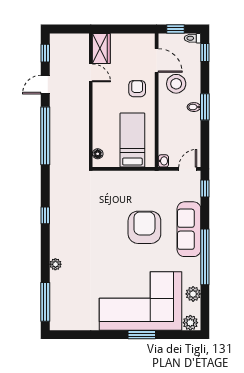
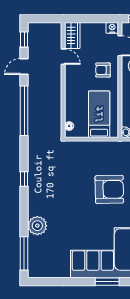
nightstand: (148, 40) -> (112, 28), added
armchair: (137, 89) -> (103, 70), turned -90
armchair: (144, 227) -> (109, 189), turned 89
plant: (55, 264) -> (37, 226), width x1.88, depth x1.88

